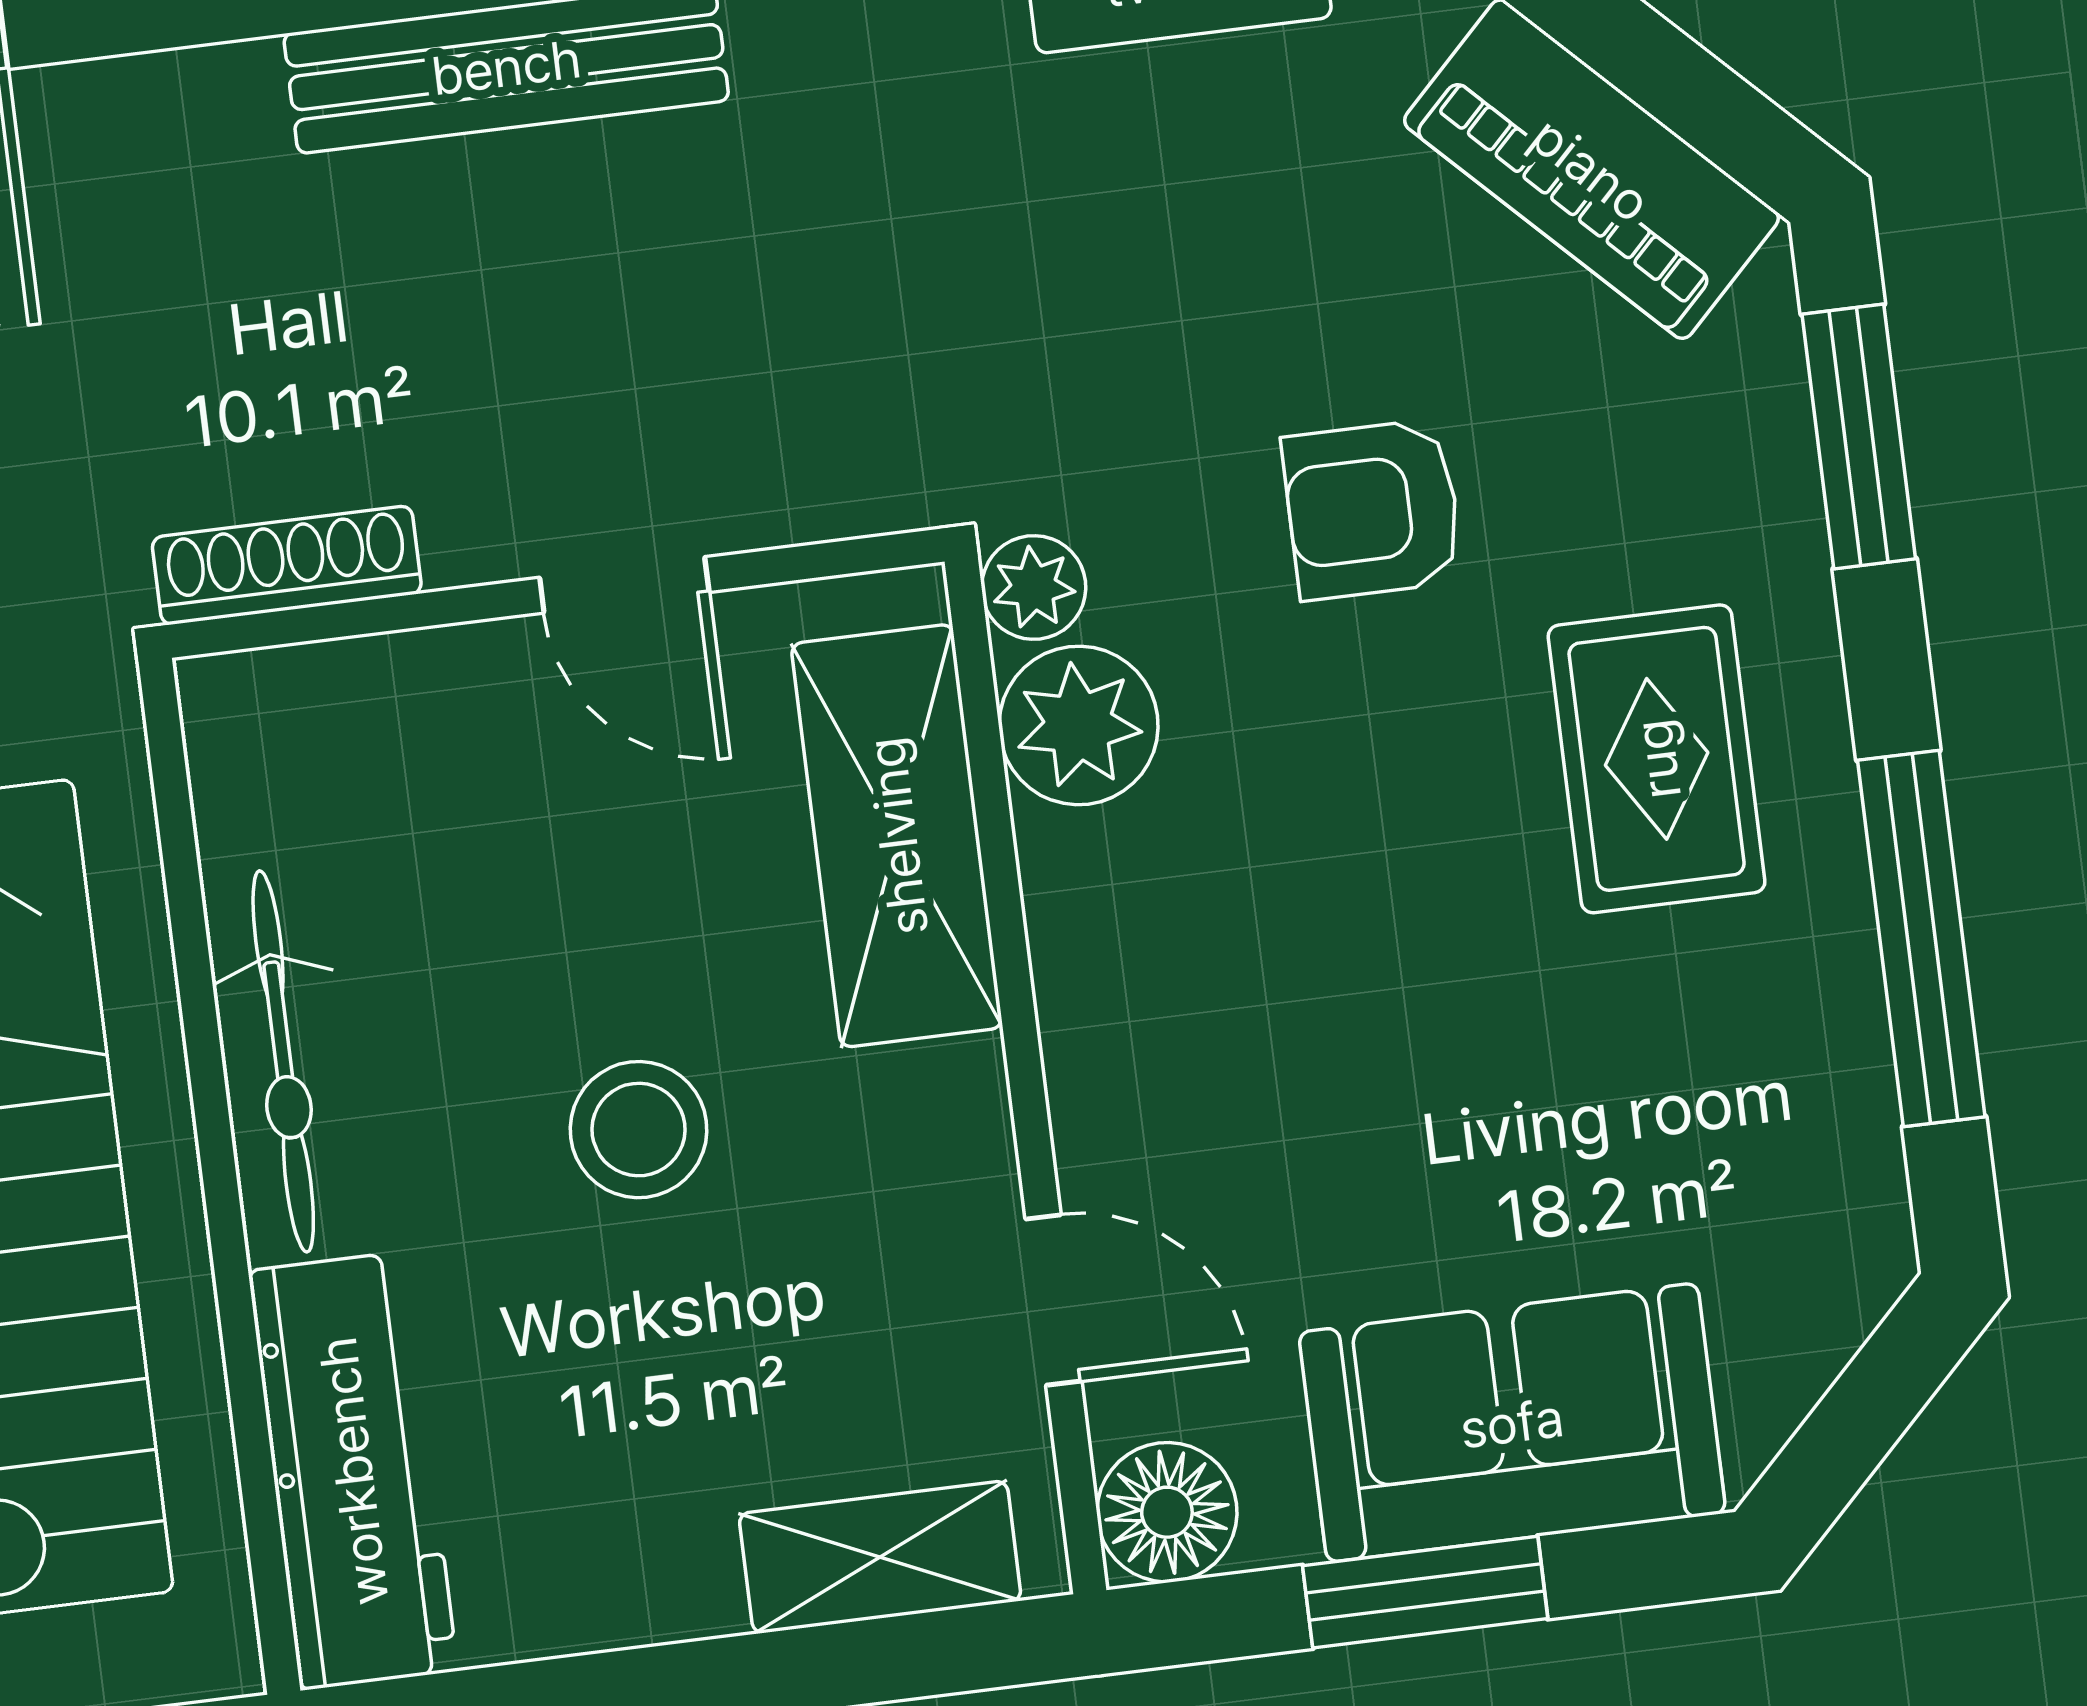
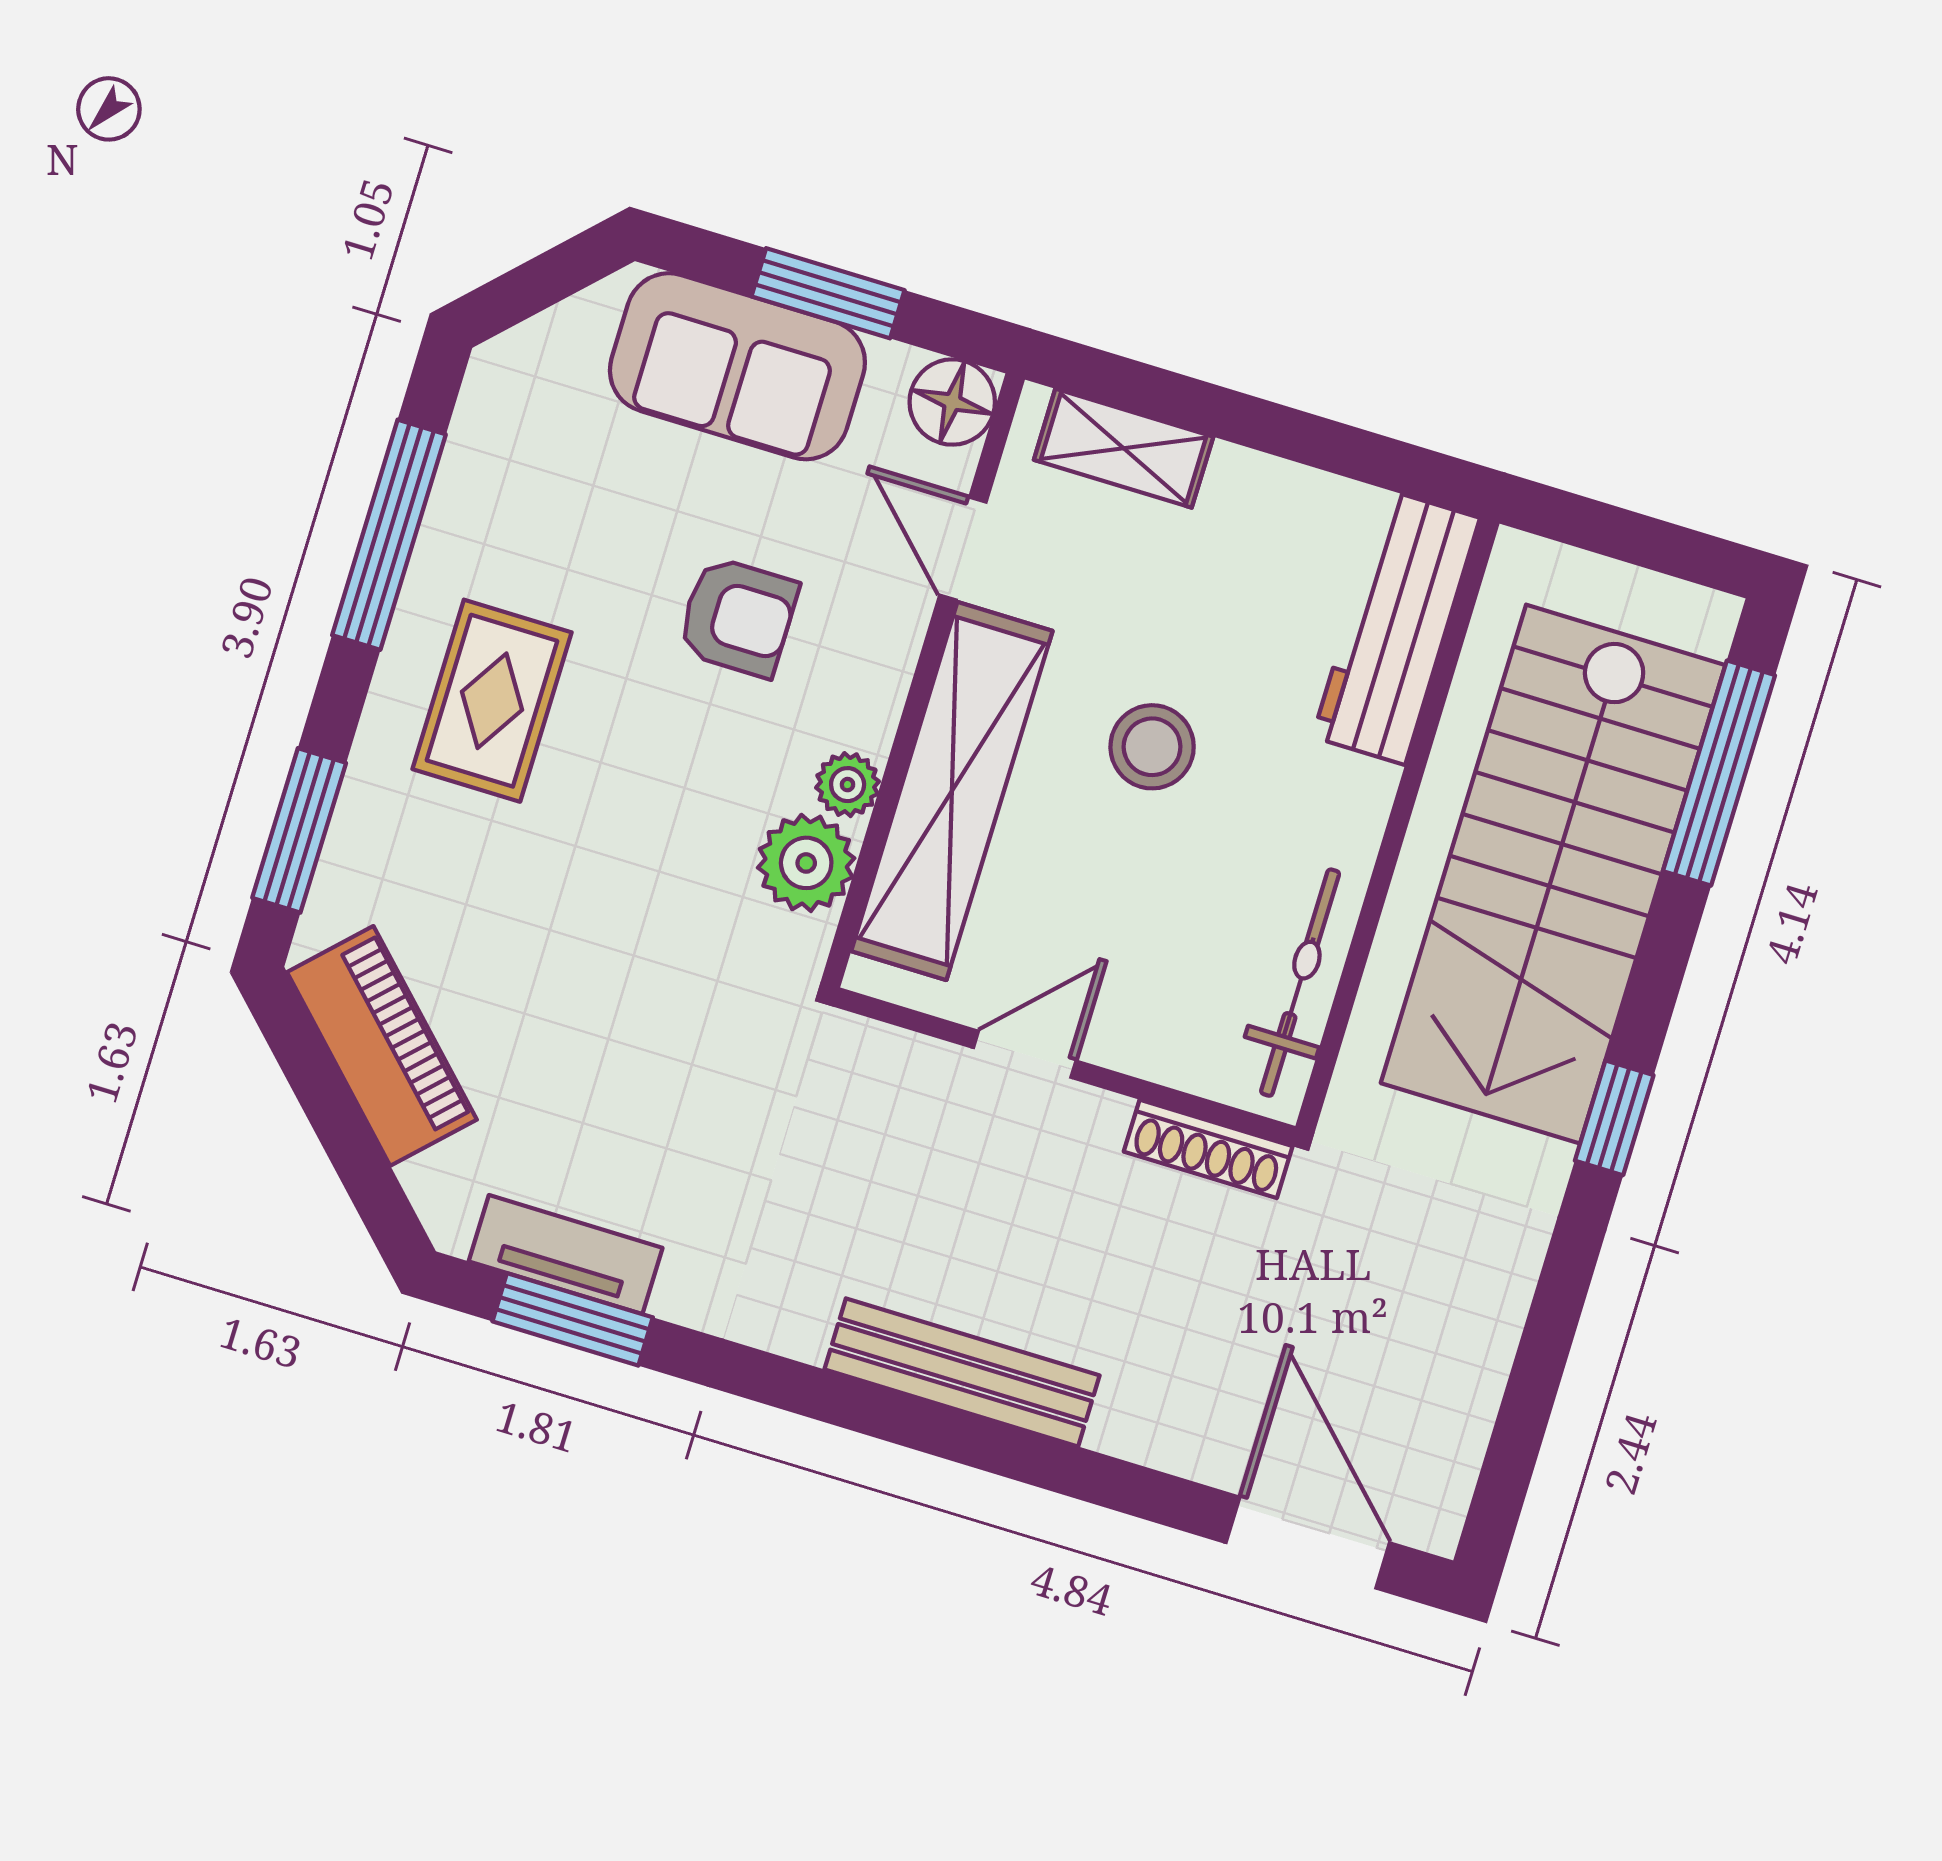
armchair: (1373, 509) -> (738, 617), moved
door: (624, 585) -> (1025, 1054), hinge flipped
plant: (1034, 587) -> (848, 785), moved
shelving: (897, 836) -> (952, 791), width x1.47
bicycle: (283, 1061) -> (1300, 983), moved

